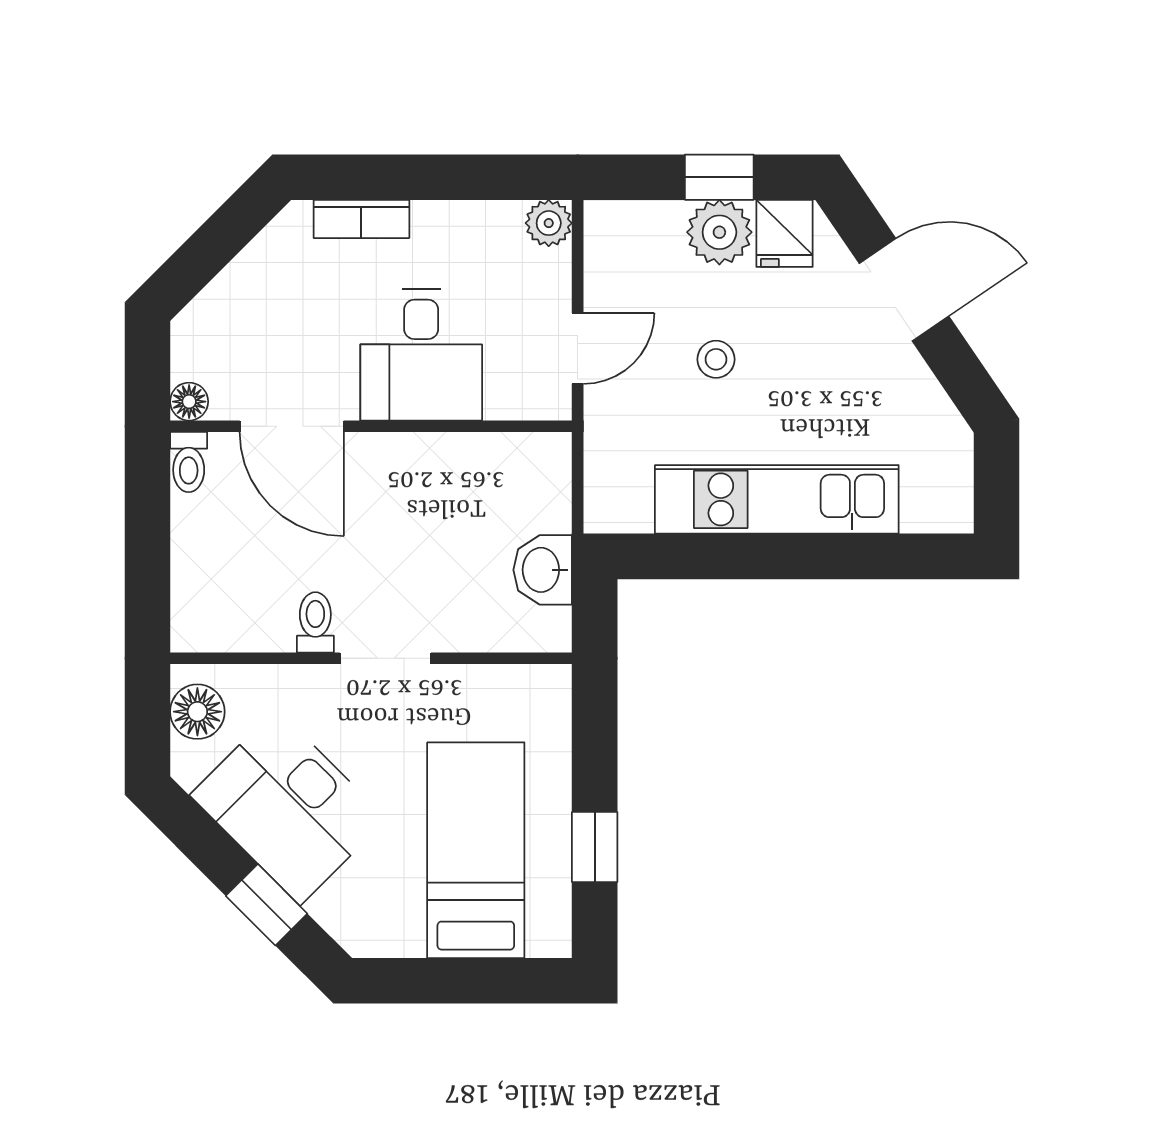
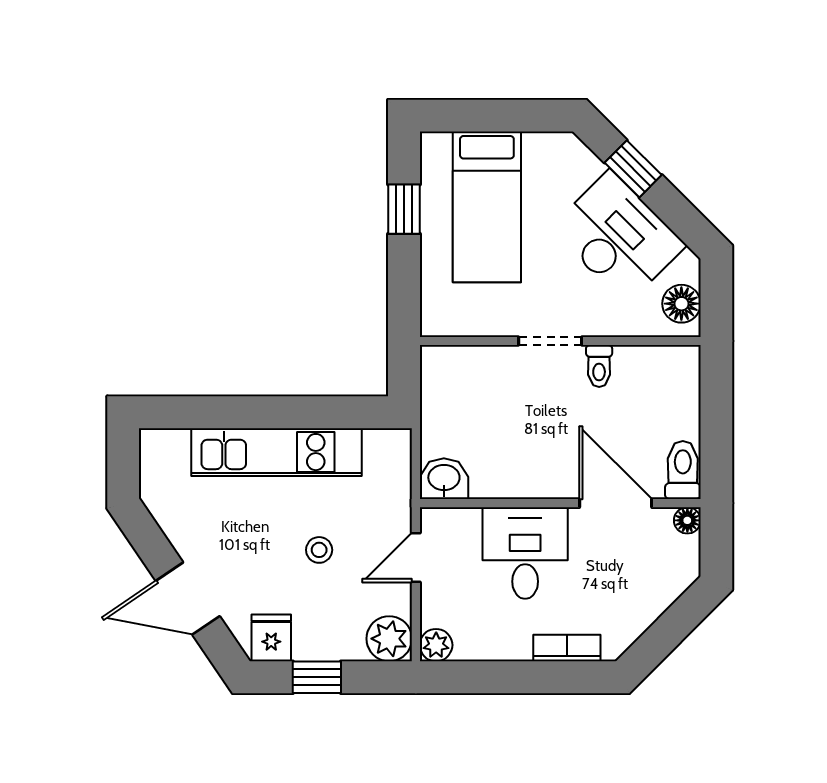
plant: (719, 232) -> (389, 639), moved
toilet: (189, 462) -> (683, 470), width x1.37, depth x1.39
washbasin: (543, 570) -> (444, 479), moved, turned -90

